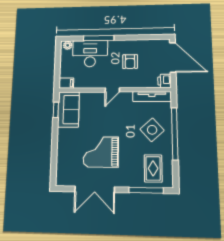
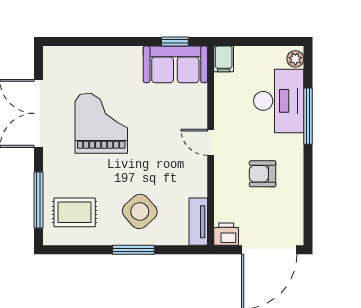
tv unit: (152, 97) -> (198, 222), width x0.71
window: (175, 134) -> (133, 250), width x0.47

